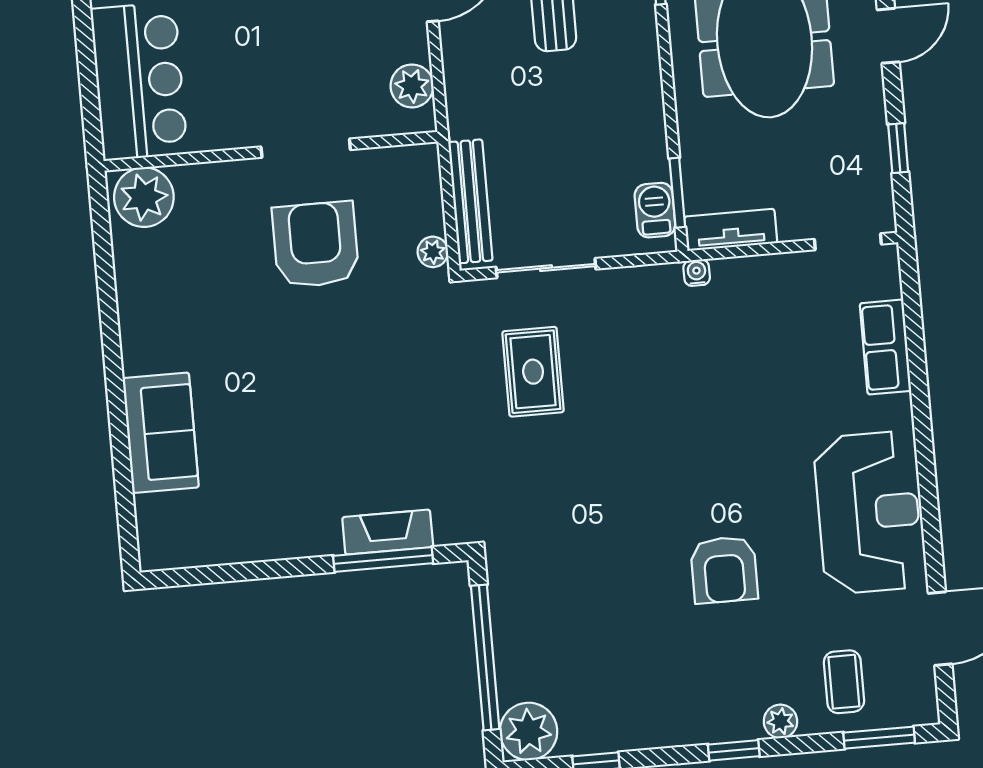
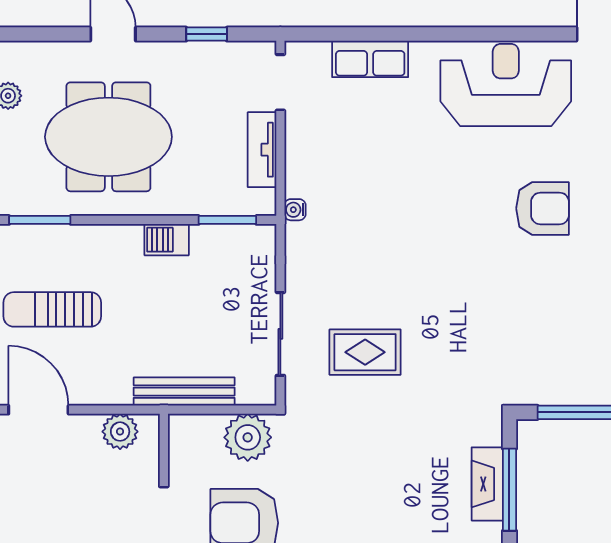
bench: (470, 201) -> (184, 392), moved
barbecue: (655, 210) -> (167, 240), moved
tv unit: (731, 230) -> (262, 150), moved
plant: (433, 252) -> (248, 437), width x1.88, depth x1.88

